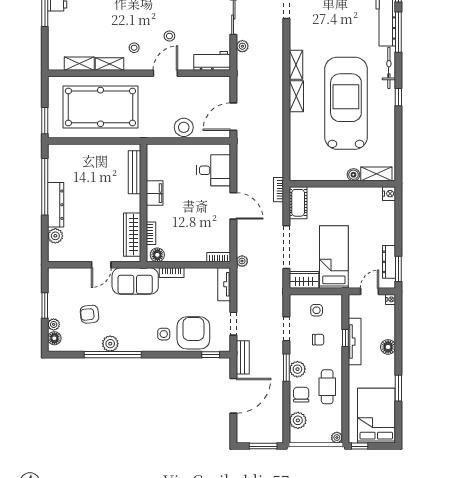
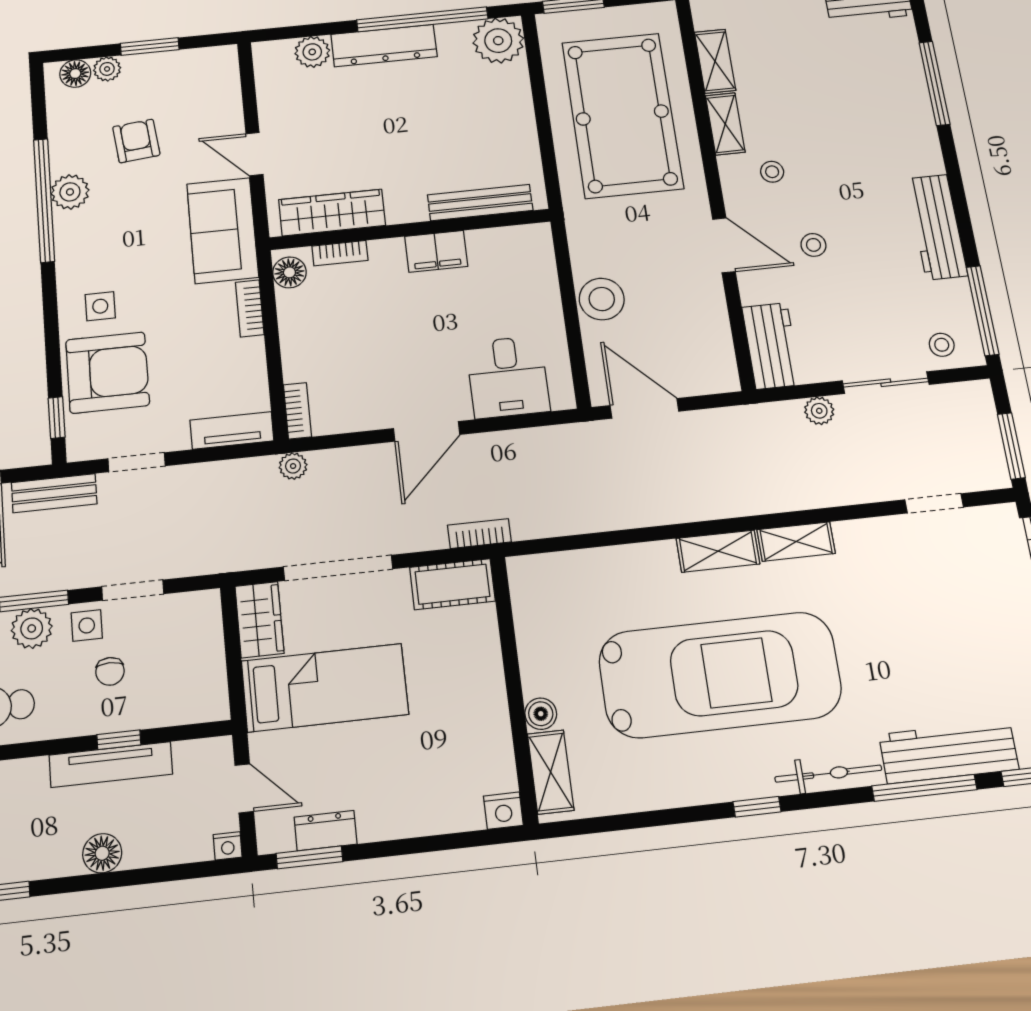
plant: (59, 155) -> (498, 41), added
dresser: (389, 262) -> (326, 831), width x0.70
side table: (317, 310) -> (87, 625), moved

